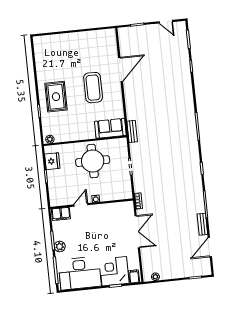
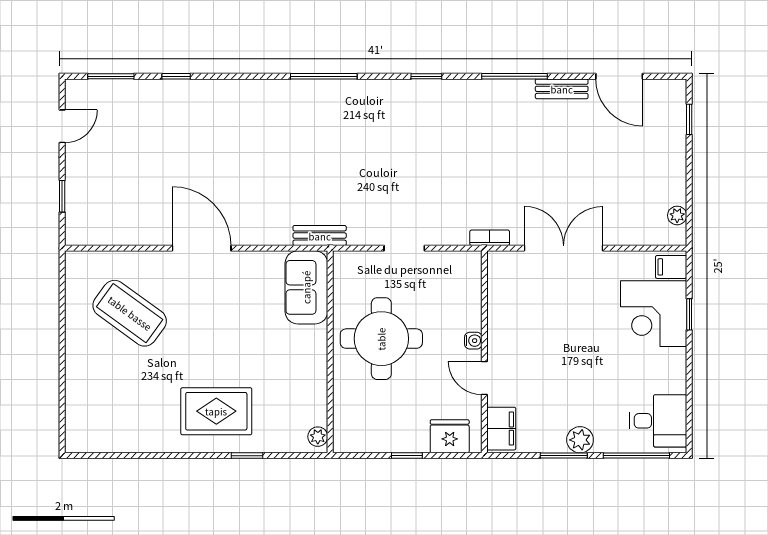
door: (120, 69) -> (202, 248), moved
coffee table: (93, 88) -> (130, 313), moved, turned 36
fridge: (52, 161) -> (450, 436), moved
desk: (80, 273) -> (658, 421), width x0.53, depth x0.77

